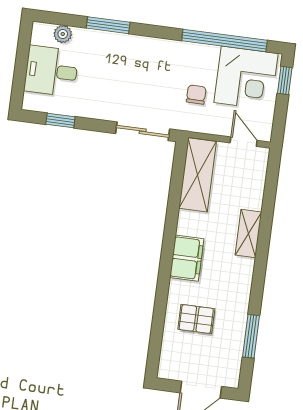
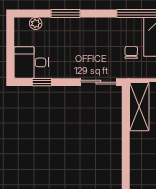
desk: (51, 71) -> (31, 62), moved
filing cabinet: (187, 258) -> (139, 164), removed

